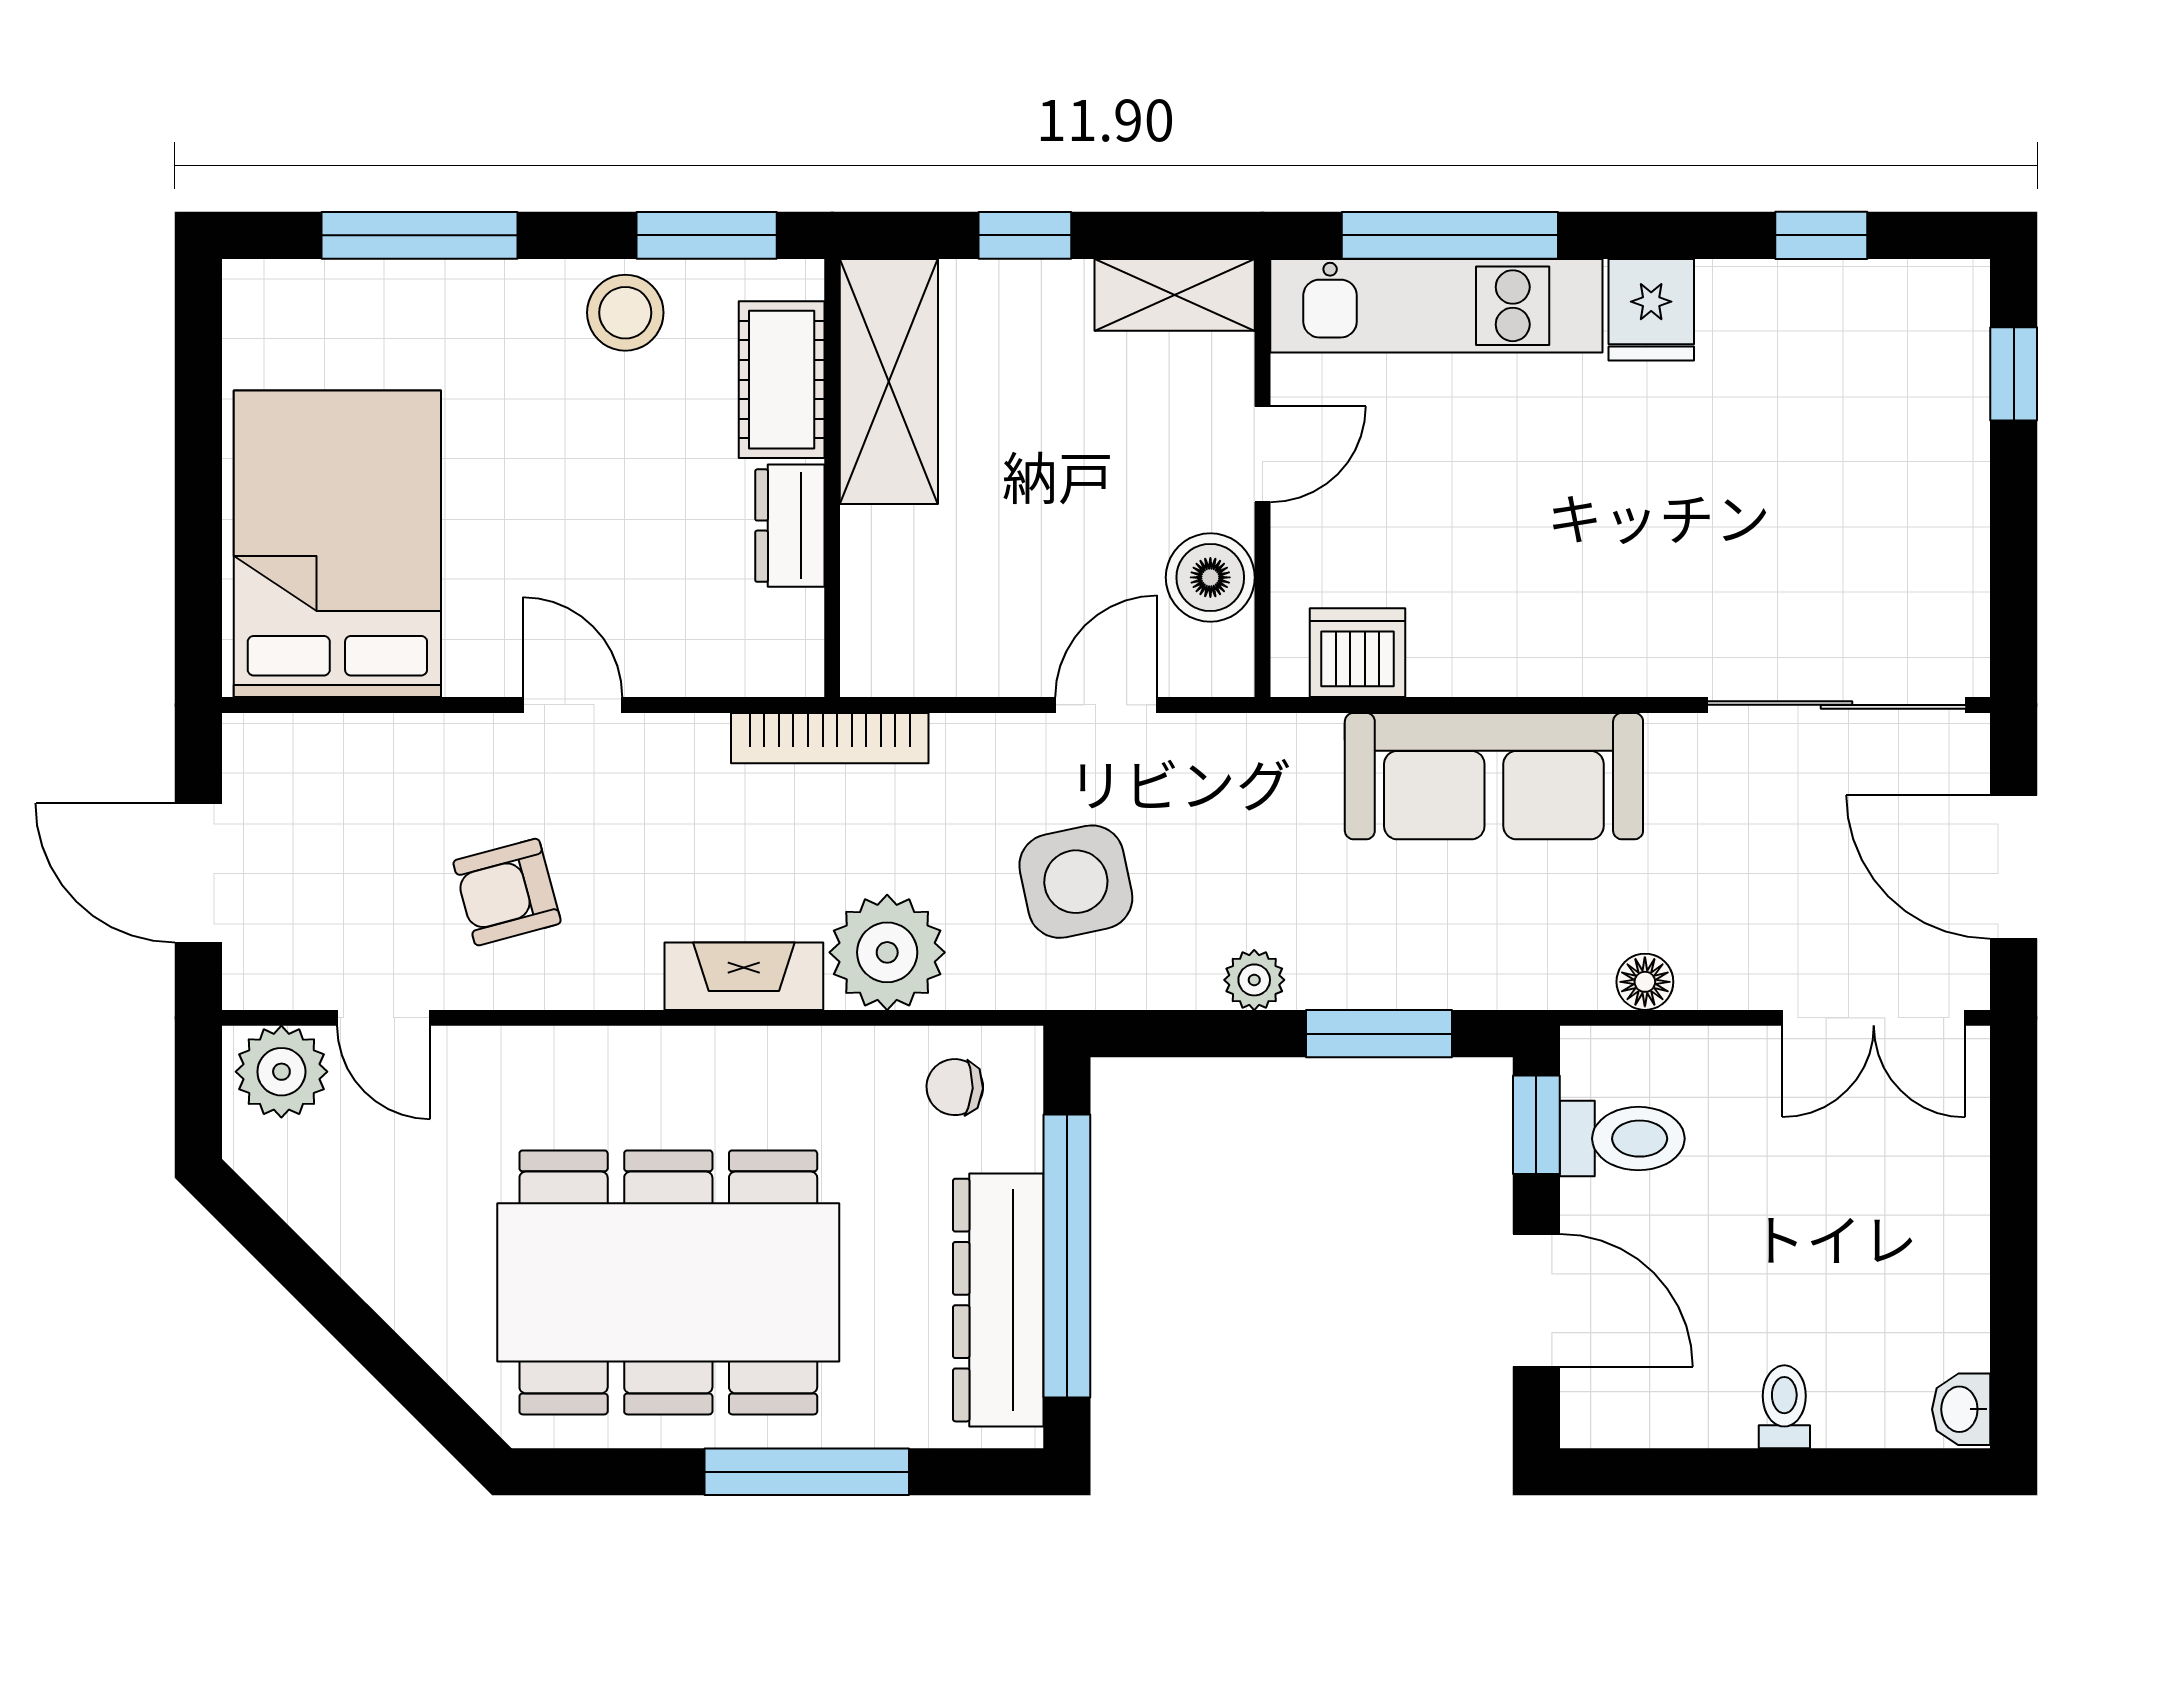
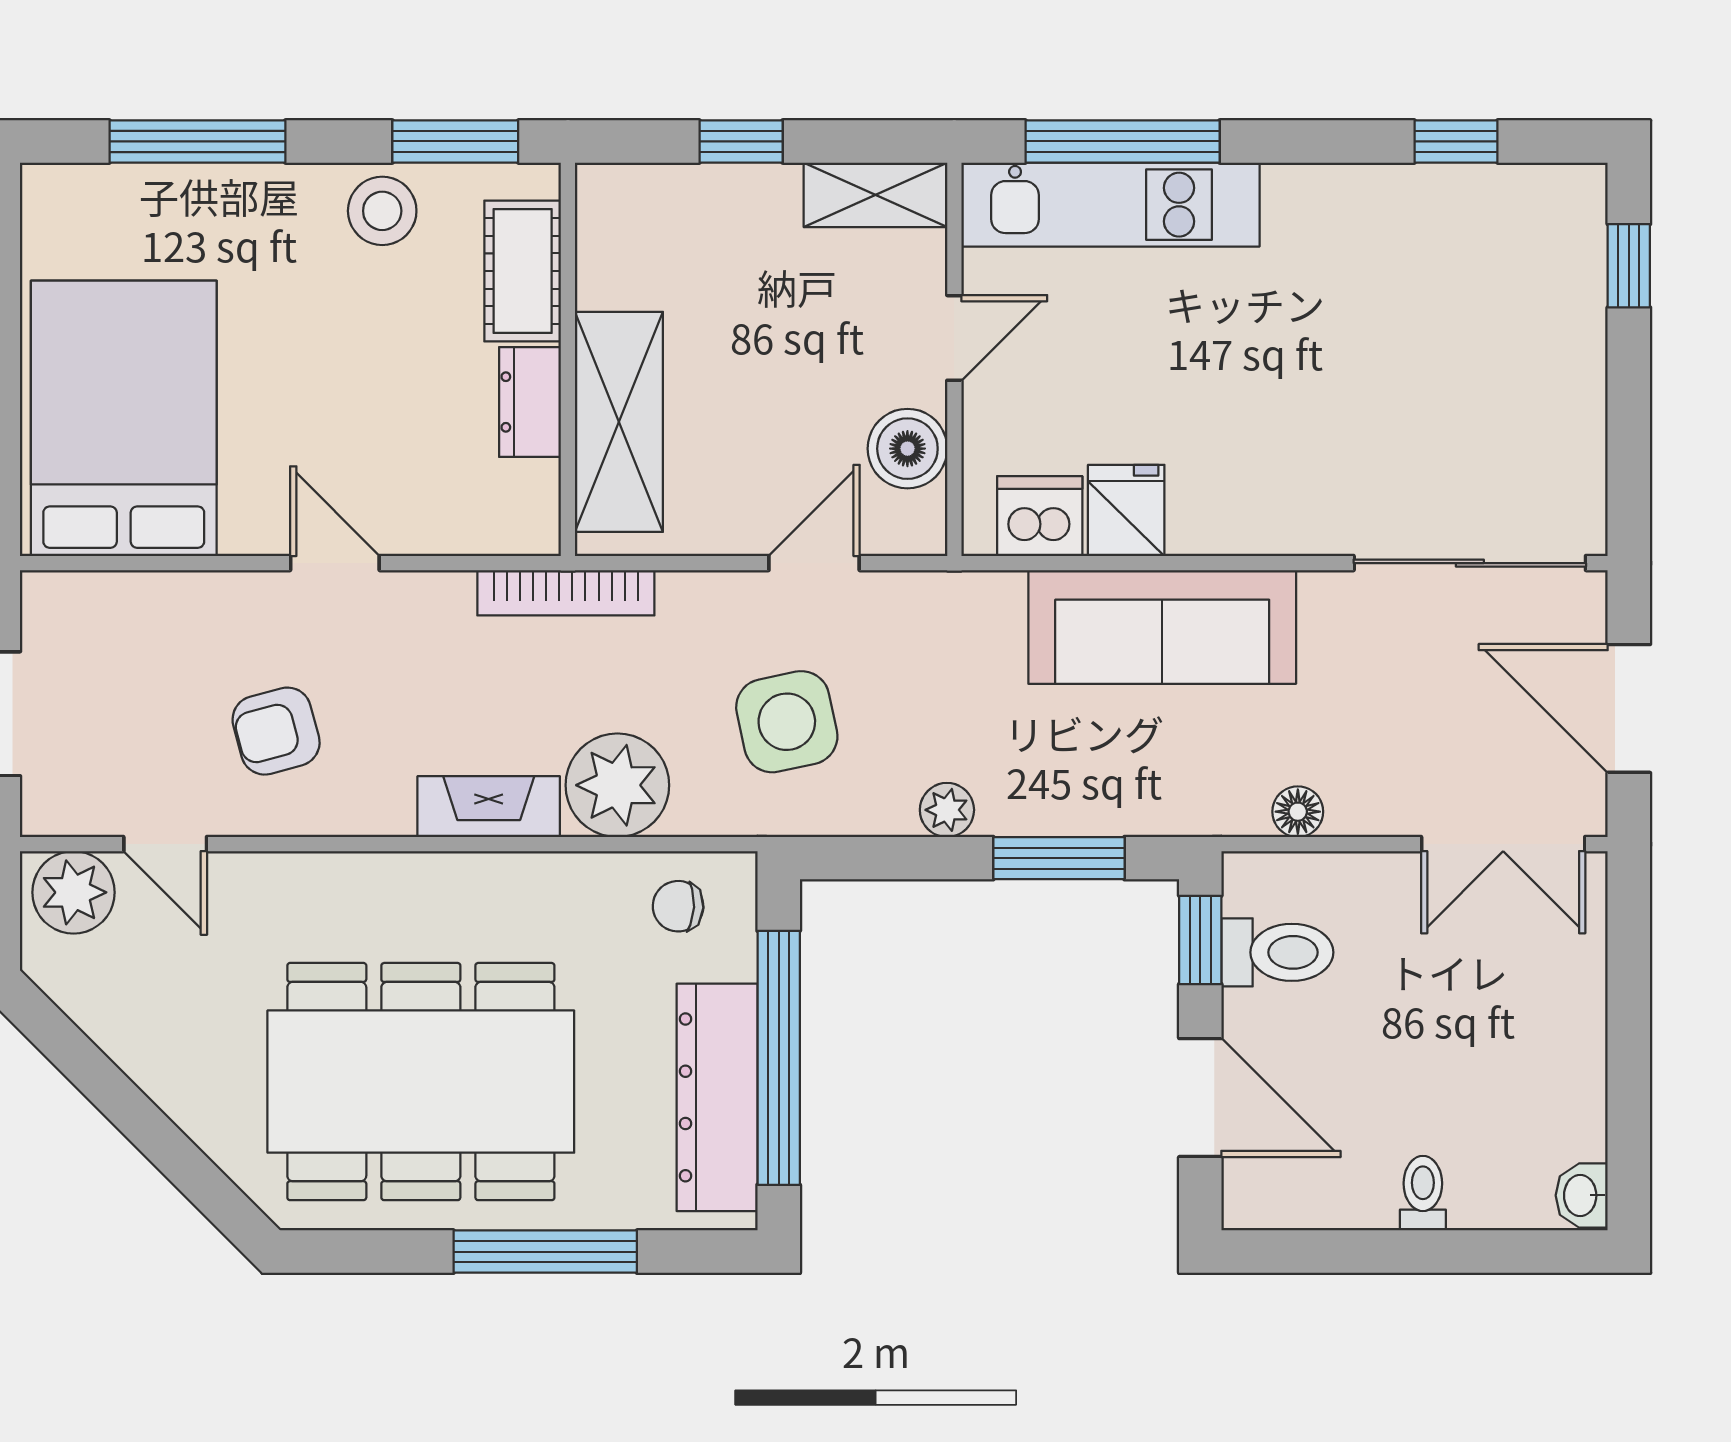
fridge: (1651, 310) -> (1126, 510), moved, turned 180
shelving: (889, 381) -> (619, 422), moved

